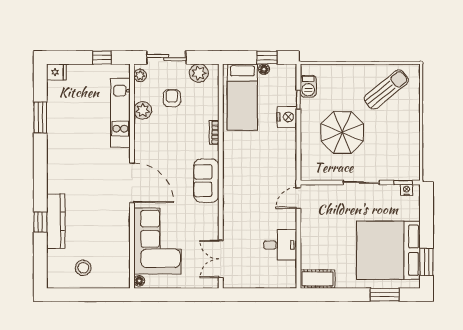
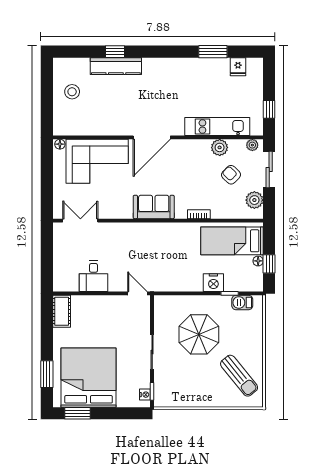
fridge: (56, 72) -> (238, 67), moved
armchair: (172, 98) -> (231, 175), turned -136

